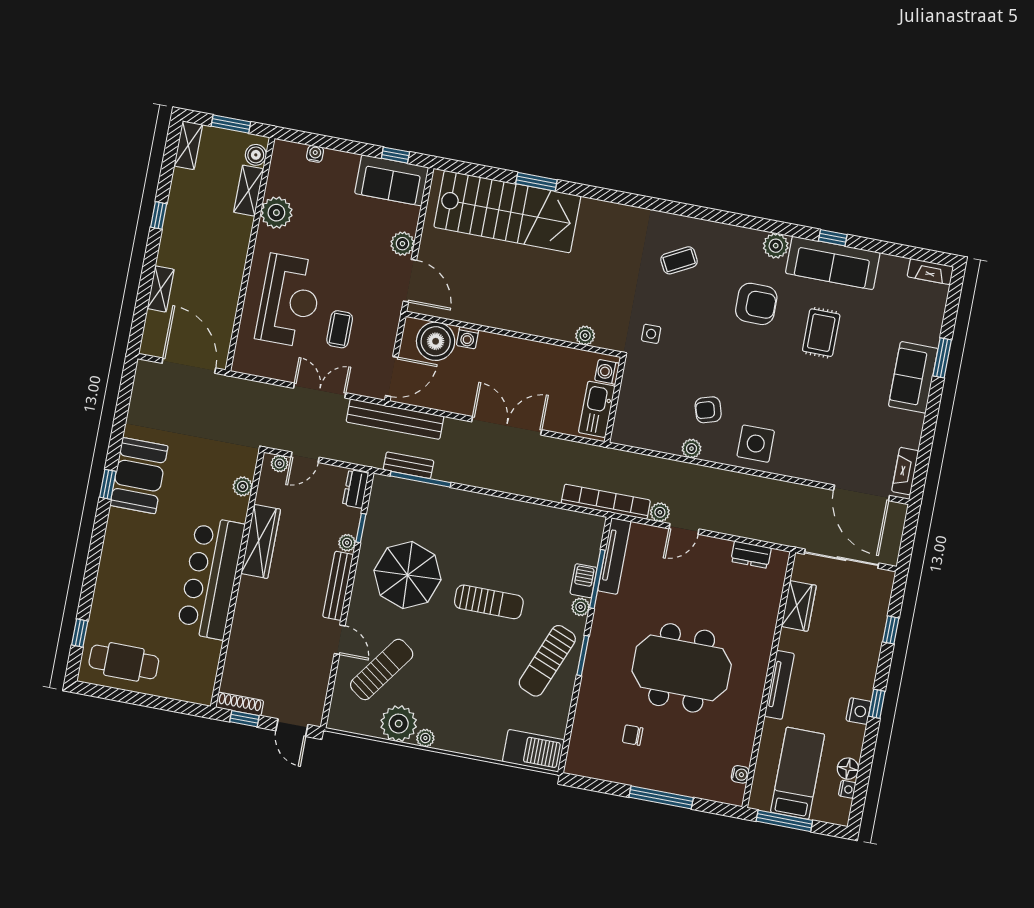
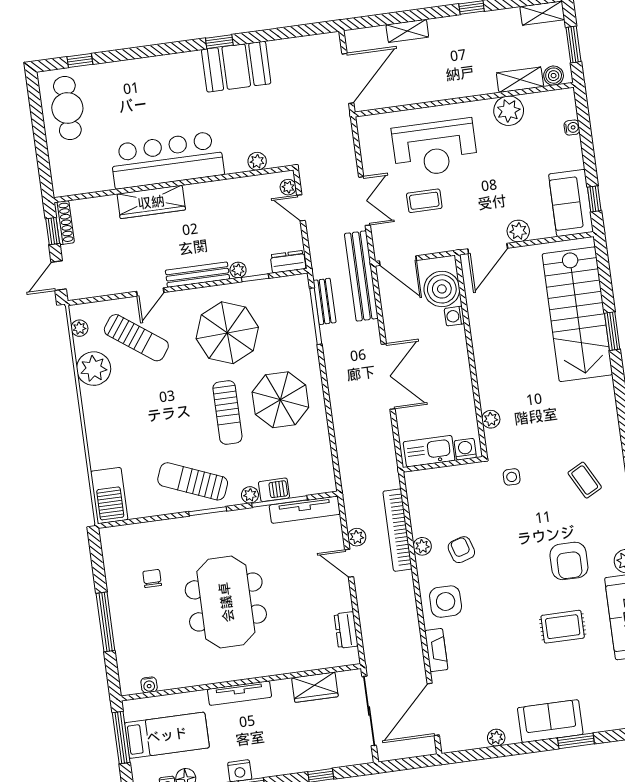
plant: (912, 438) -> (496, 738), added
fireplace: (905, 471) -> (436, 650), moved, turned 90
bookcase: (606, 502) -> (397, 530), moved, turned 180
wardrobe: (261, 541) -> (151, 202), moved
parasol: (494, 544) -> (280, 400), added
plant: (425, 738) -> (79, 328), moved

